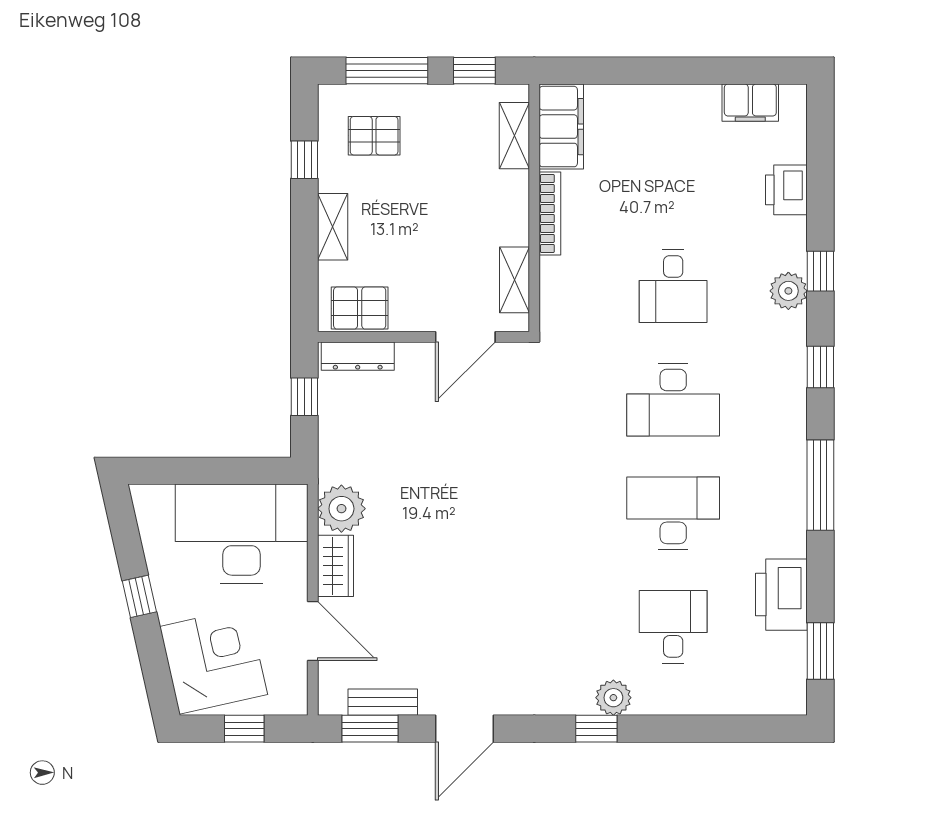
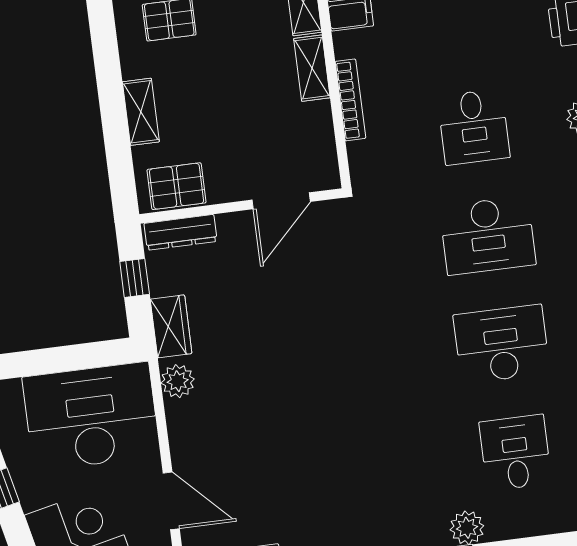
window: (304, 160) -> (106, 51), removed
bookcase: (550, 213) -> (350, 100), moved
shelving: (514, 280) -> (312, 68), moved
plant: (341, 509) -> (178, 381), width x0.73, depth x0.73
wardrobe: (336, 566) -> (171, 326), moved

